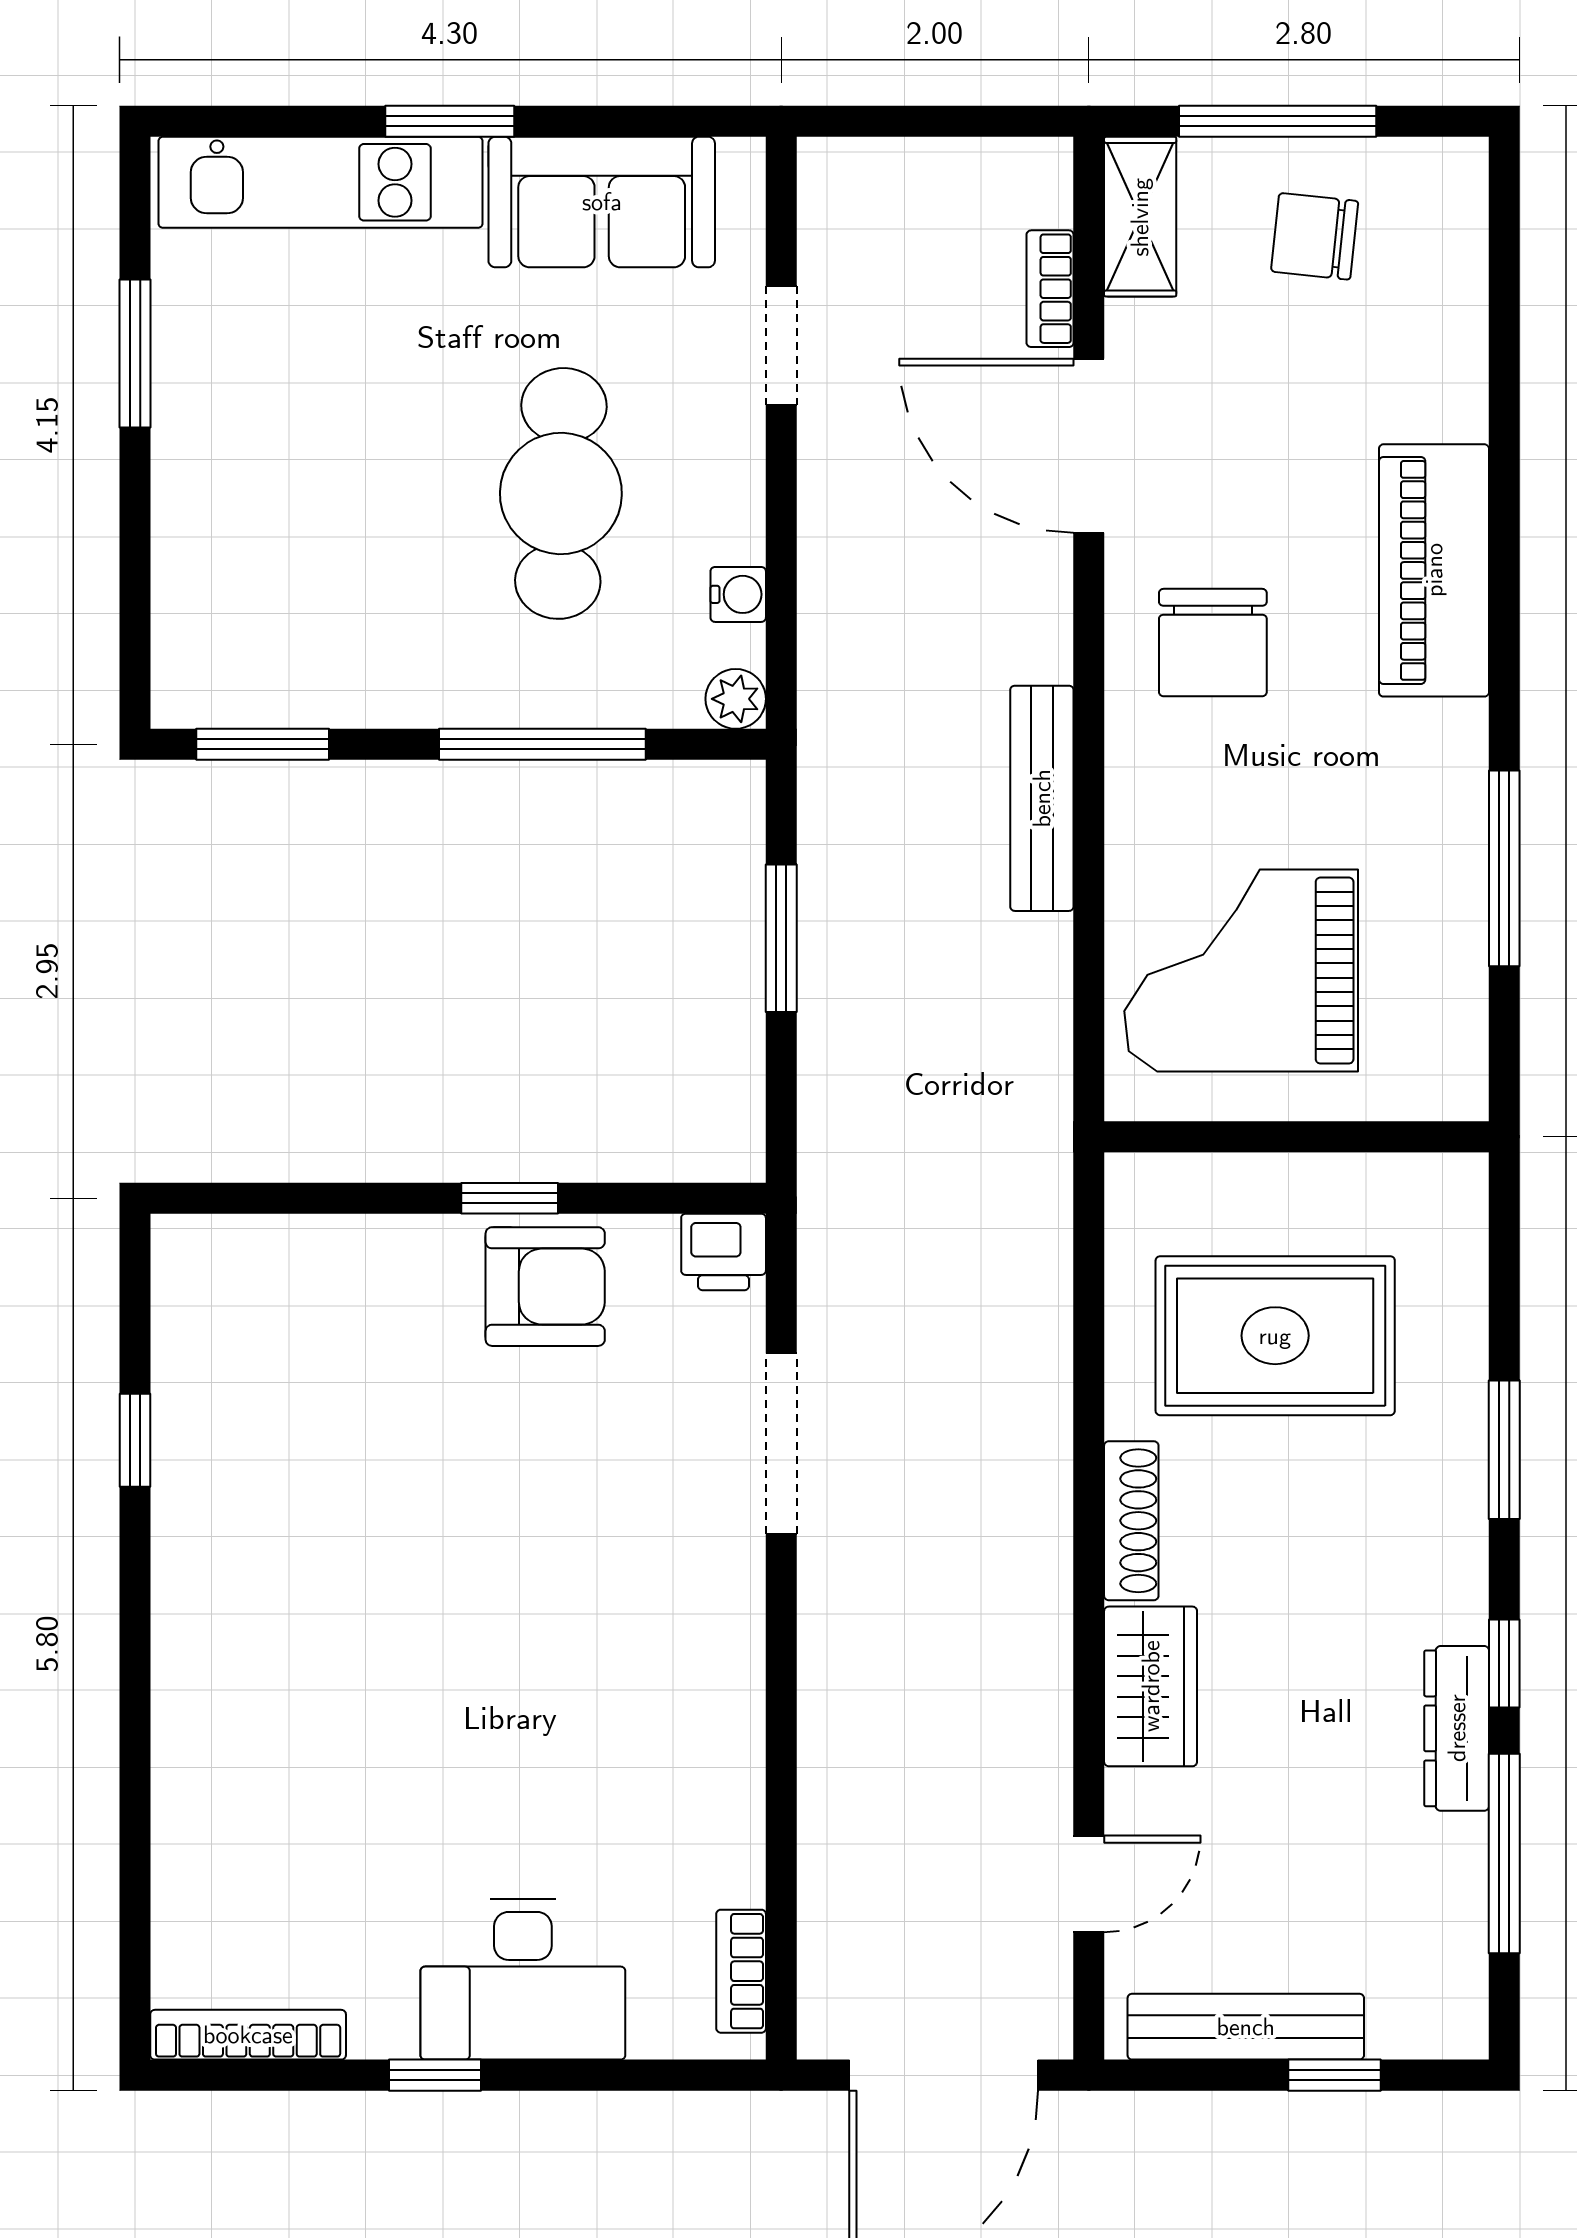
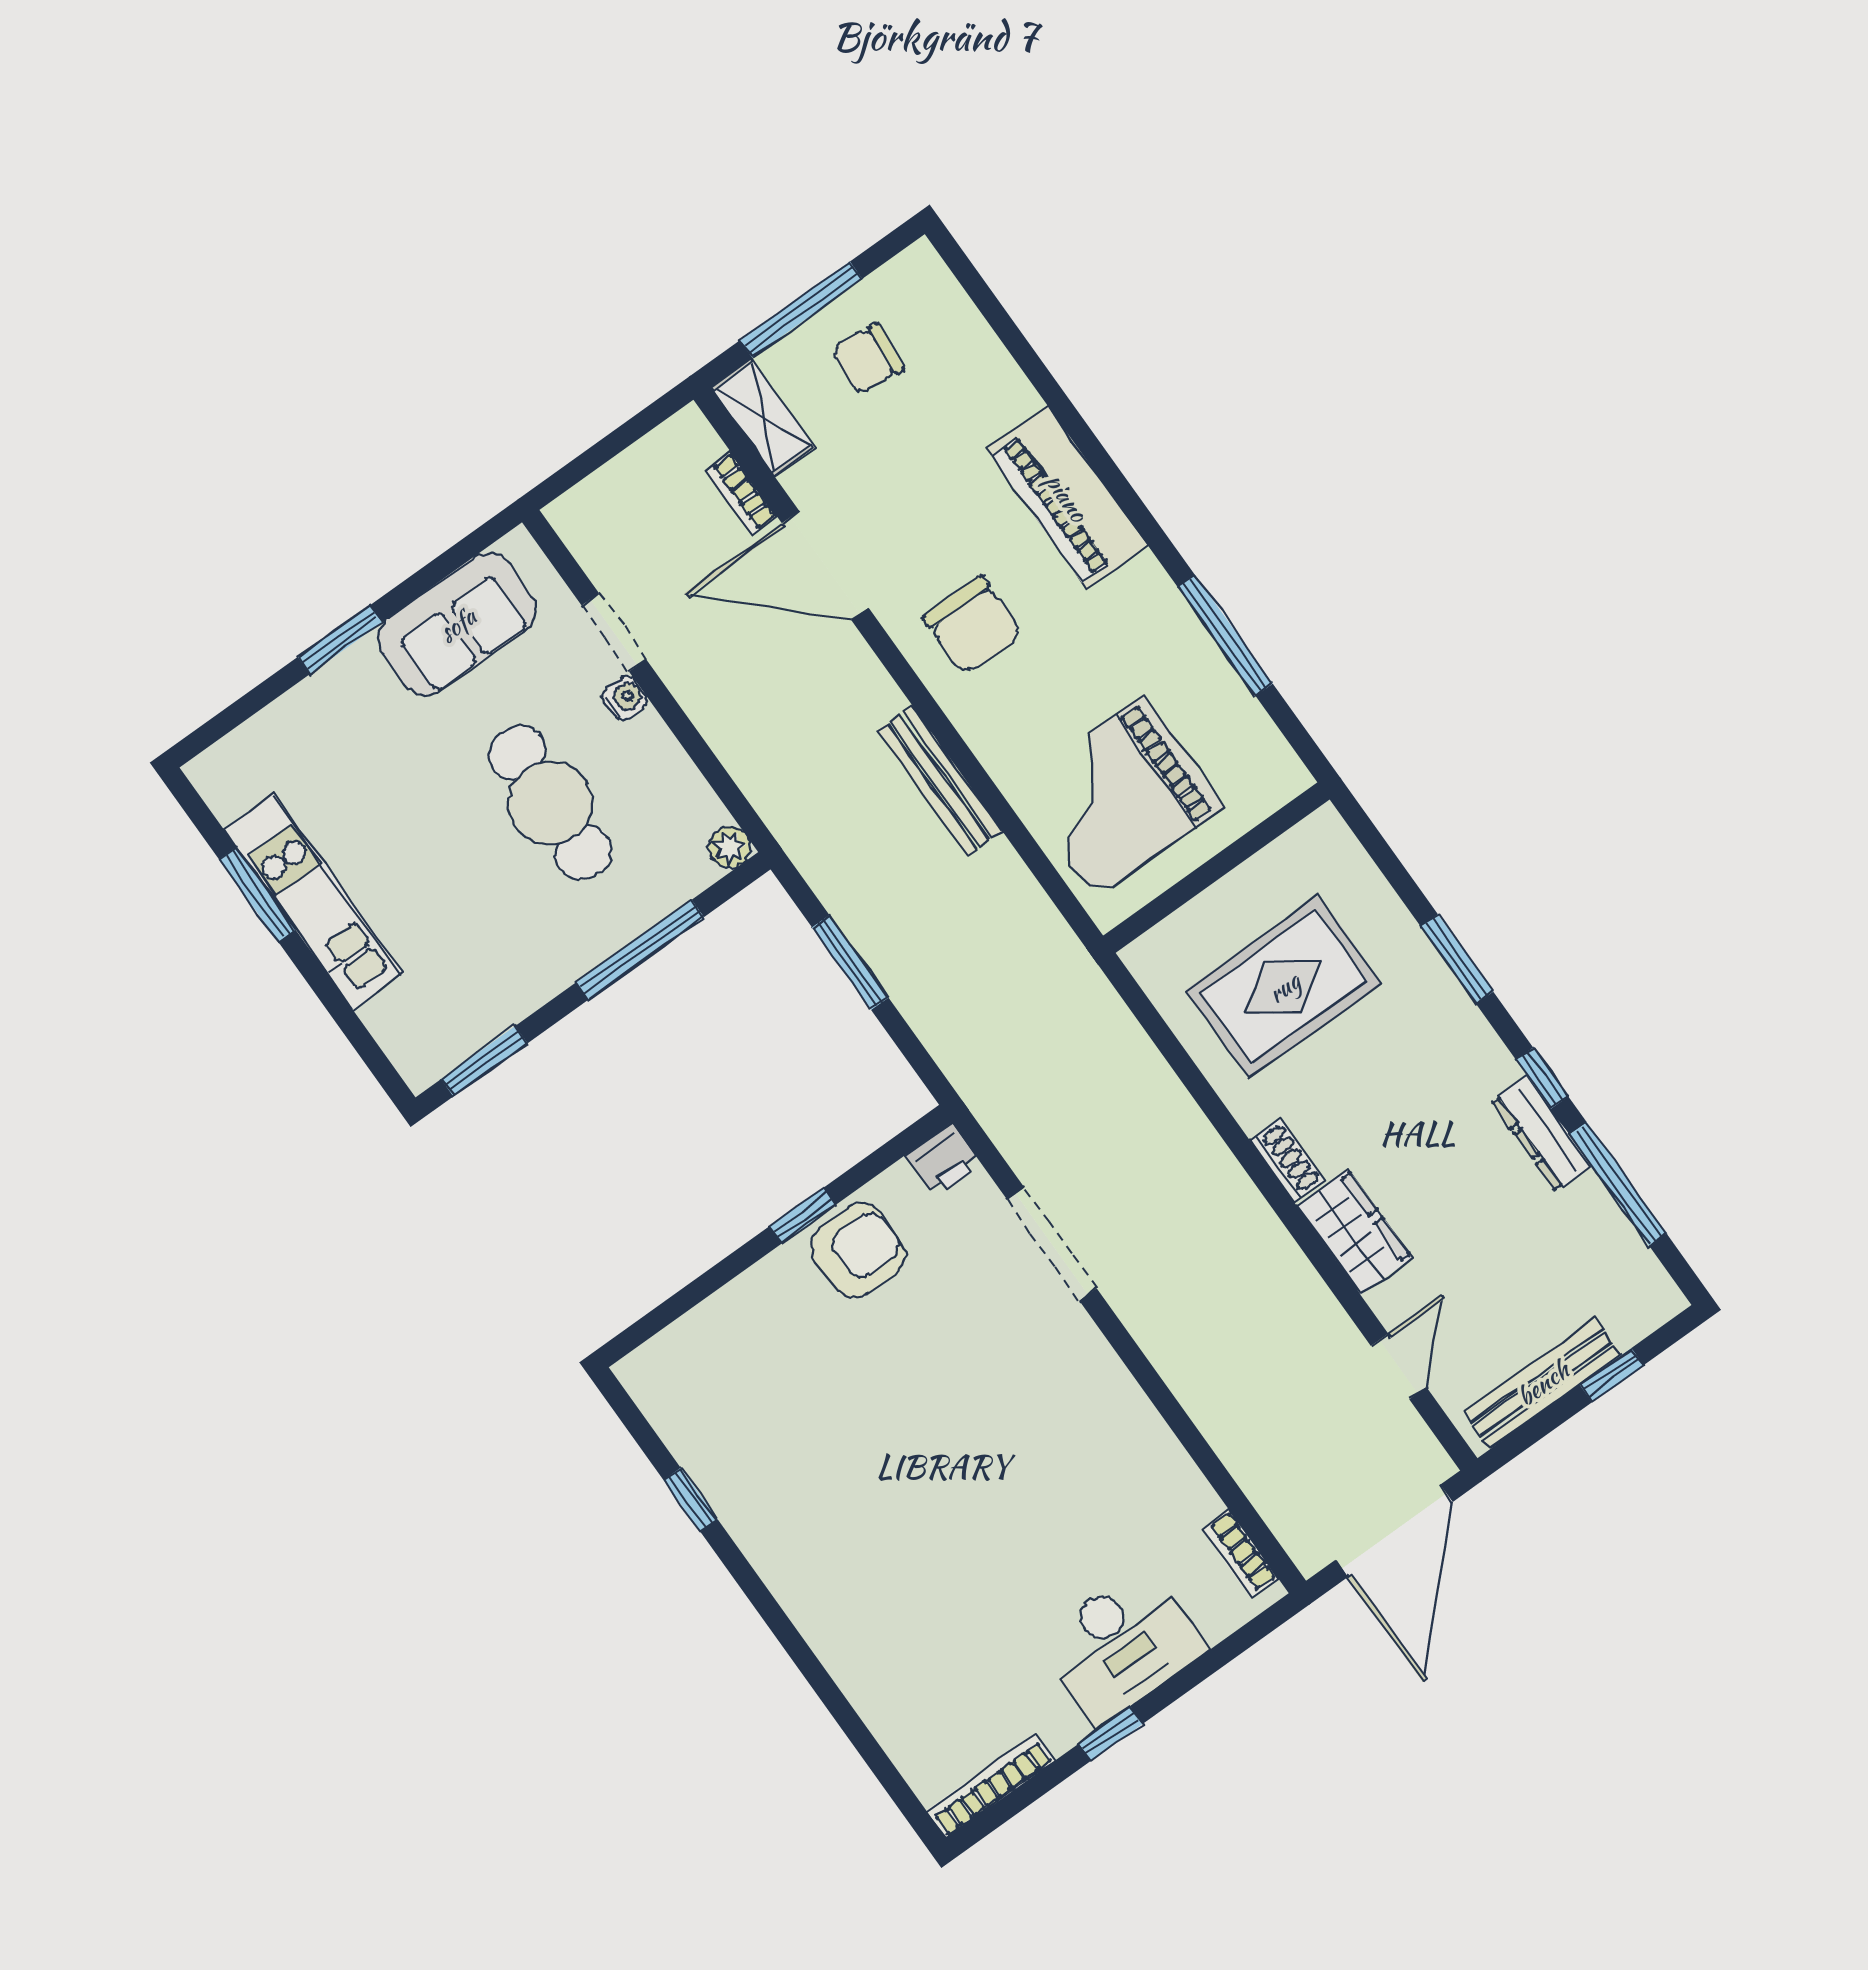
kitchen unit: (320, 182) -> (314, 901), moved, turned -90
water cooler: (738, 594) -> (625, 698), moved
shoe rack: (1131, 1521) -> (1287, 1161), width x0.70

